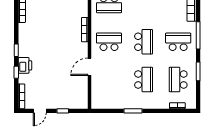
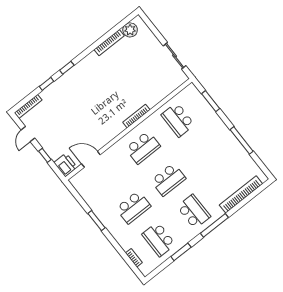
school desk: (109, 42) -> (143, 147), turned 90
printer: (25, 65) -> (66, 165), moved, turned -90
door: (89, 67) -> (91, 159), moved
school desk: (178, 79) -> (159, 239), turned -90
door: (40, 111) -> (28, 134), hinge flipped

